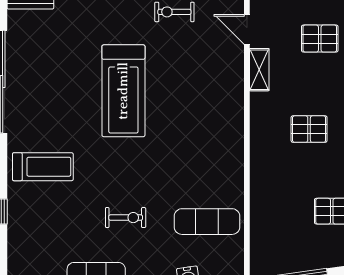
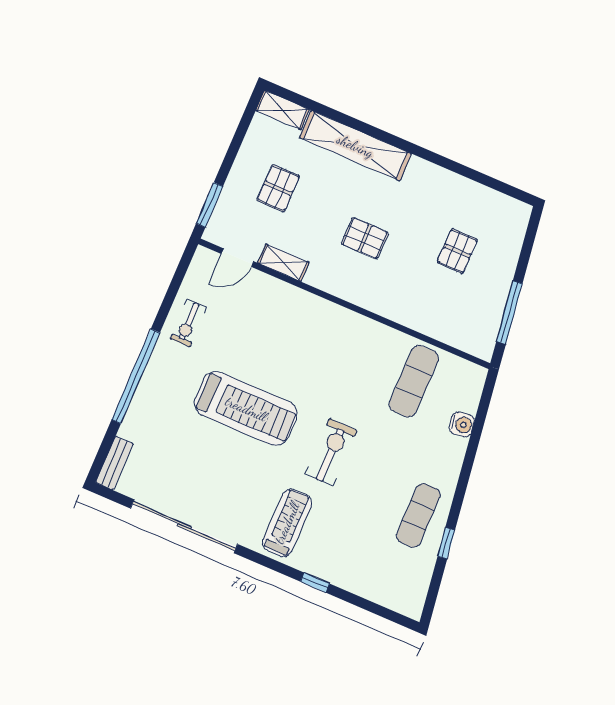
pallet: (309, 129) -> (365, 238), turned 90
exercise bike: (126, 218) -> (331, 452), moved, width x1.38, depth x1.39

